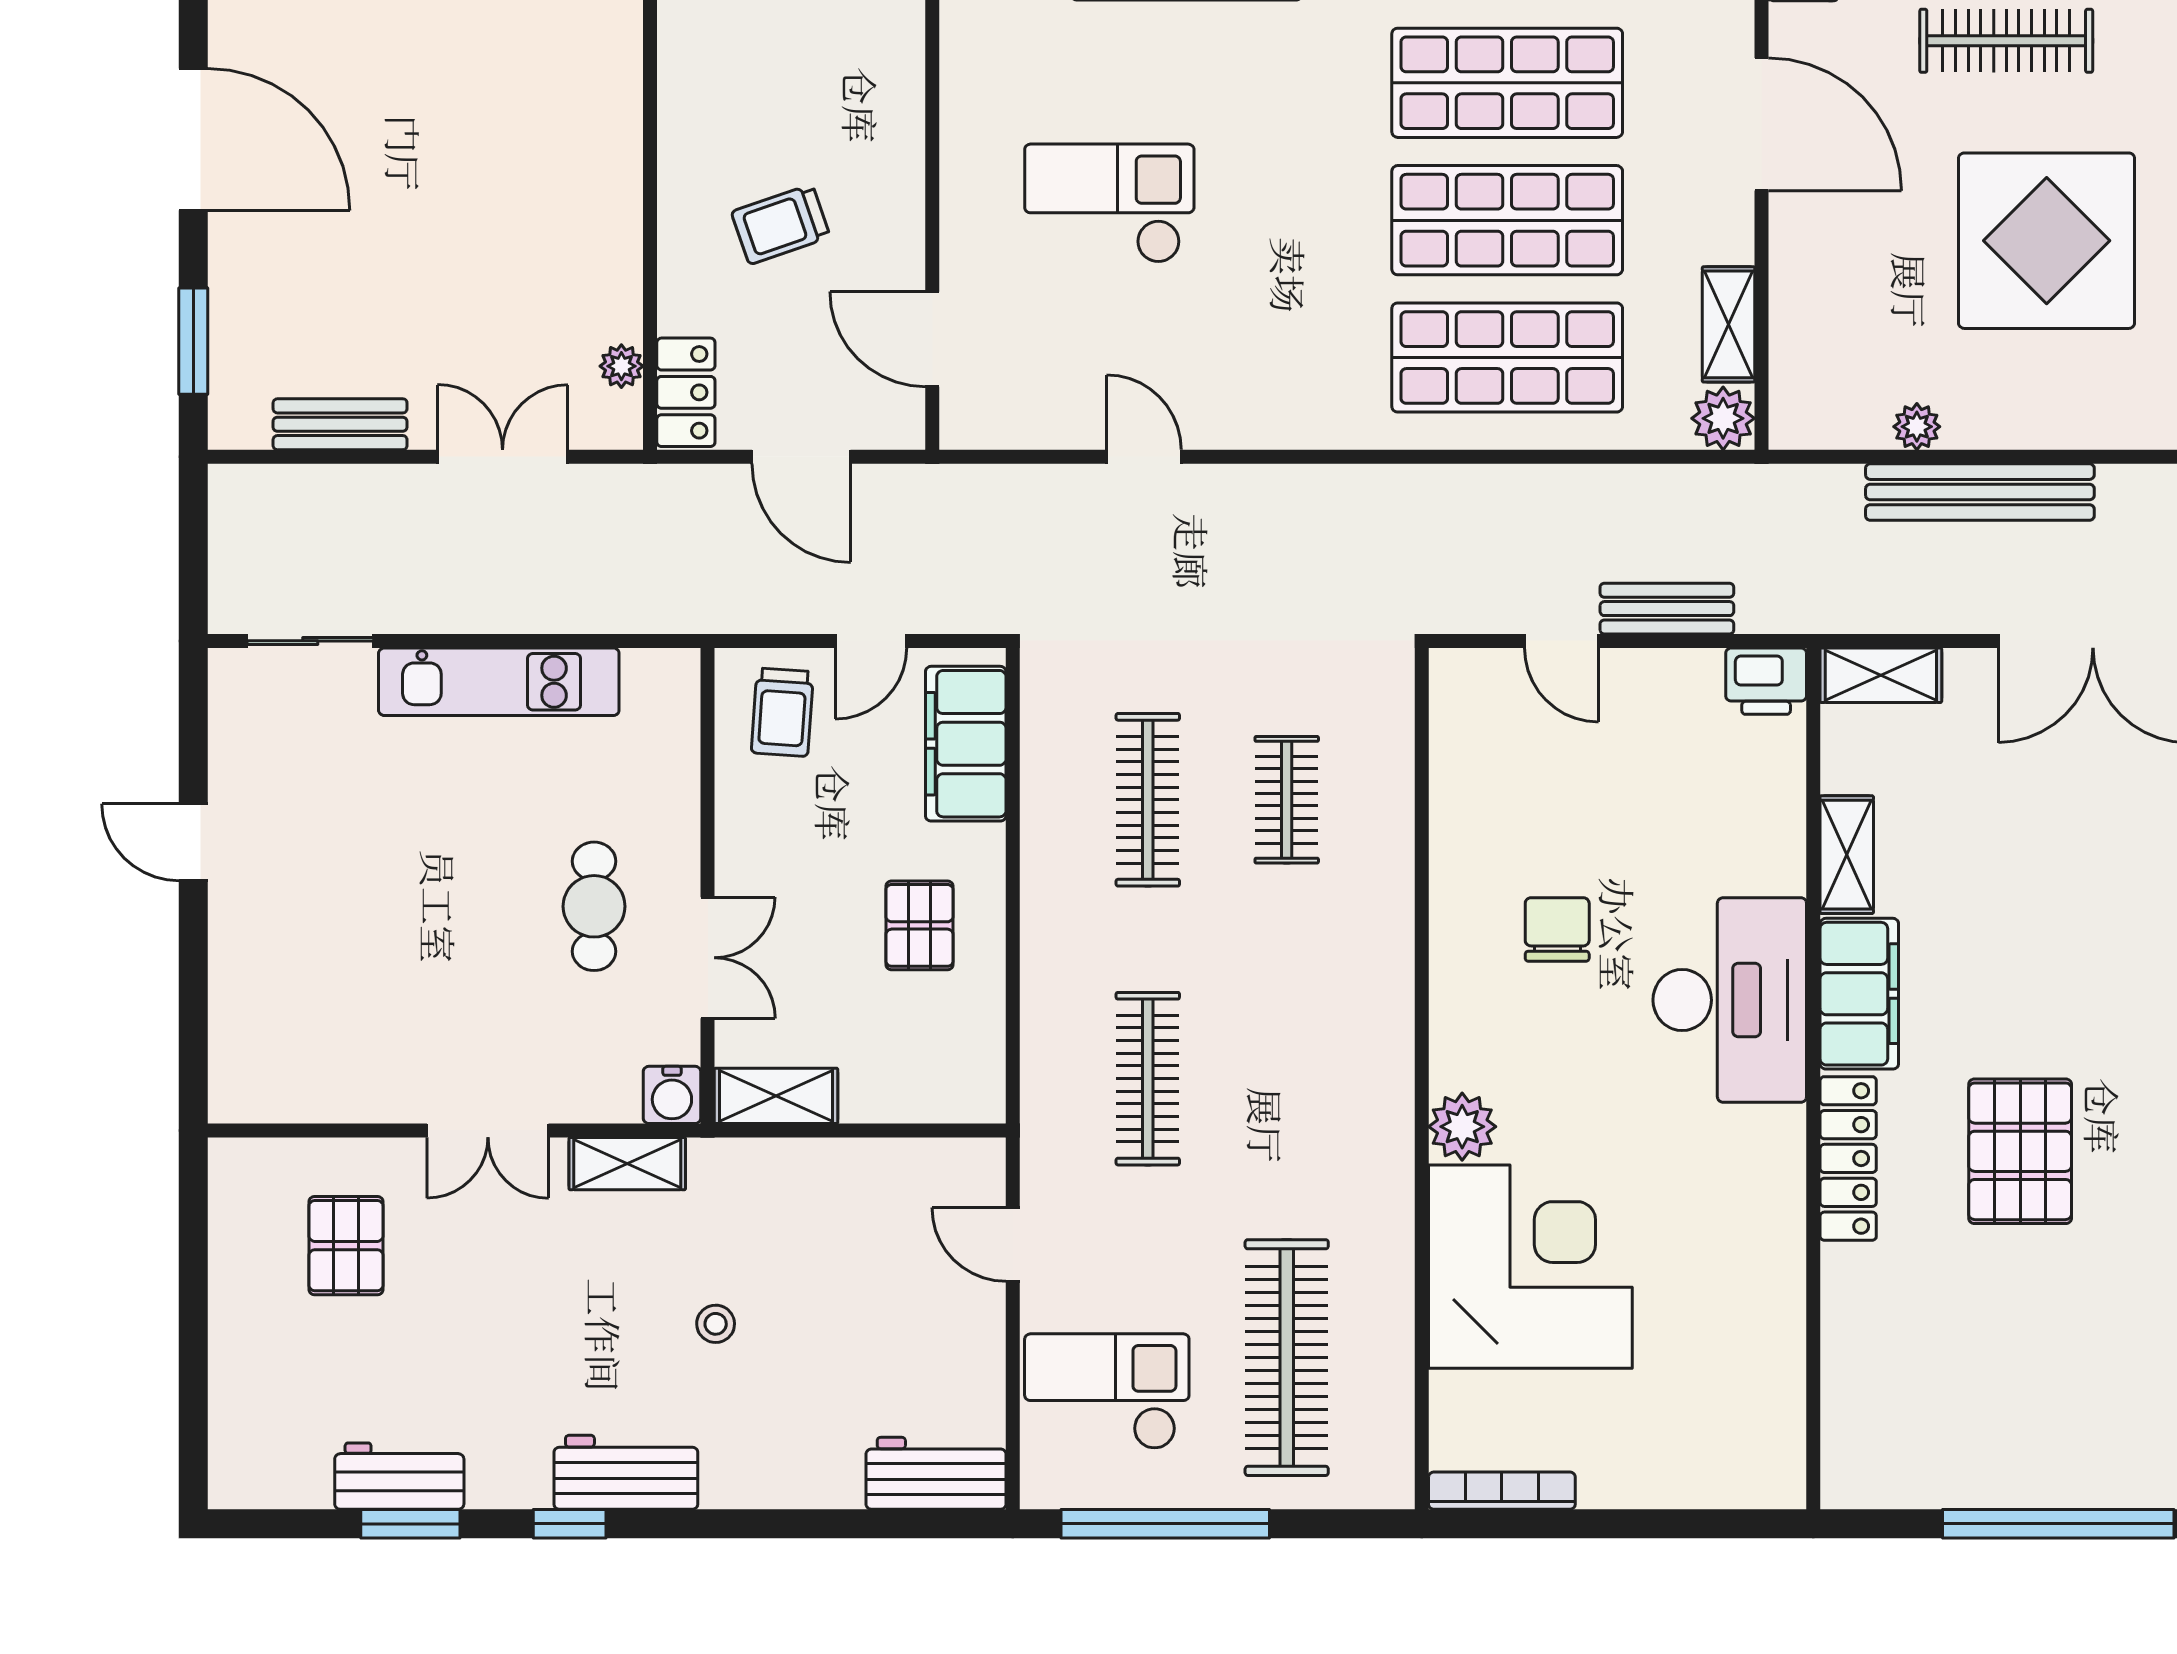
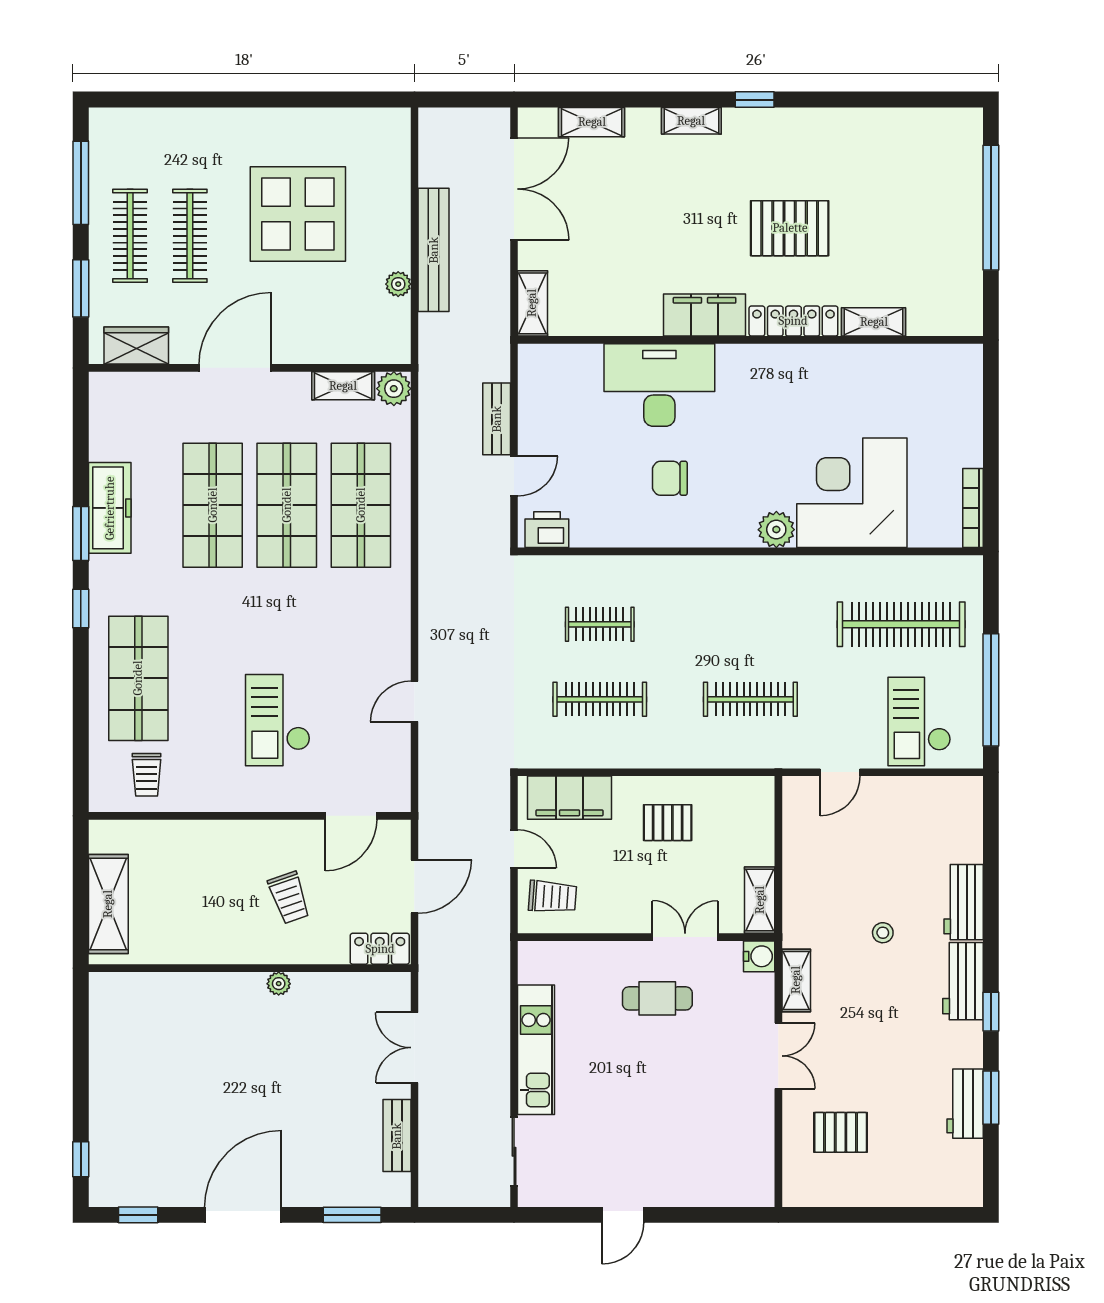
plant: (621, 366) -> (279, 984), moved
printer: (1766, 681) -> (547, 530), moved, turned -90
shelving: (1847, 855) -> (874, 322), moved
desk: (1730, 1000) -> (659, 385), moved
workbench: (936, 1473) -> (964, 902), moved

